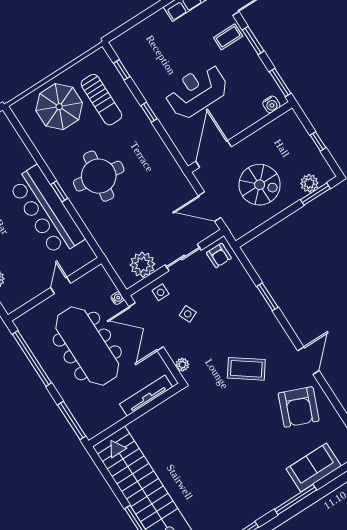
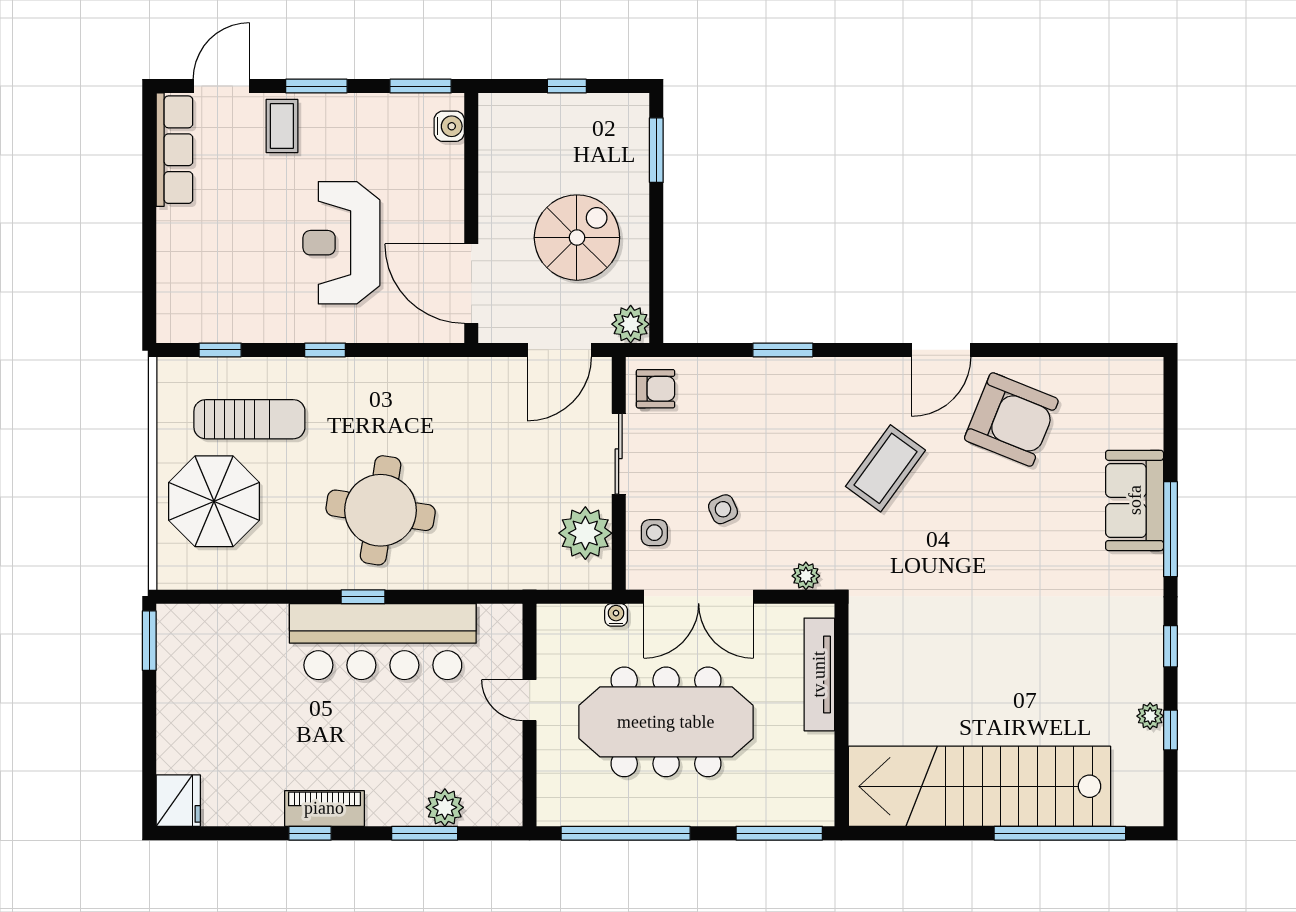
plant: (309, 183) -> (631, 324), moved
door: (308, 361) -> (941, 350), swing flipped
sofa: (314, 467) -> (1135, 500), moved

